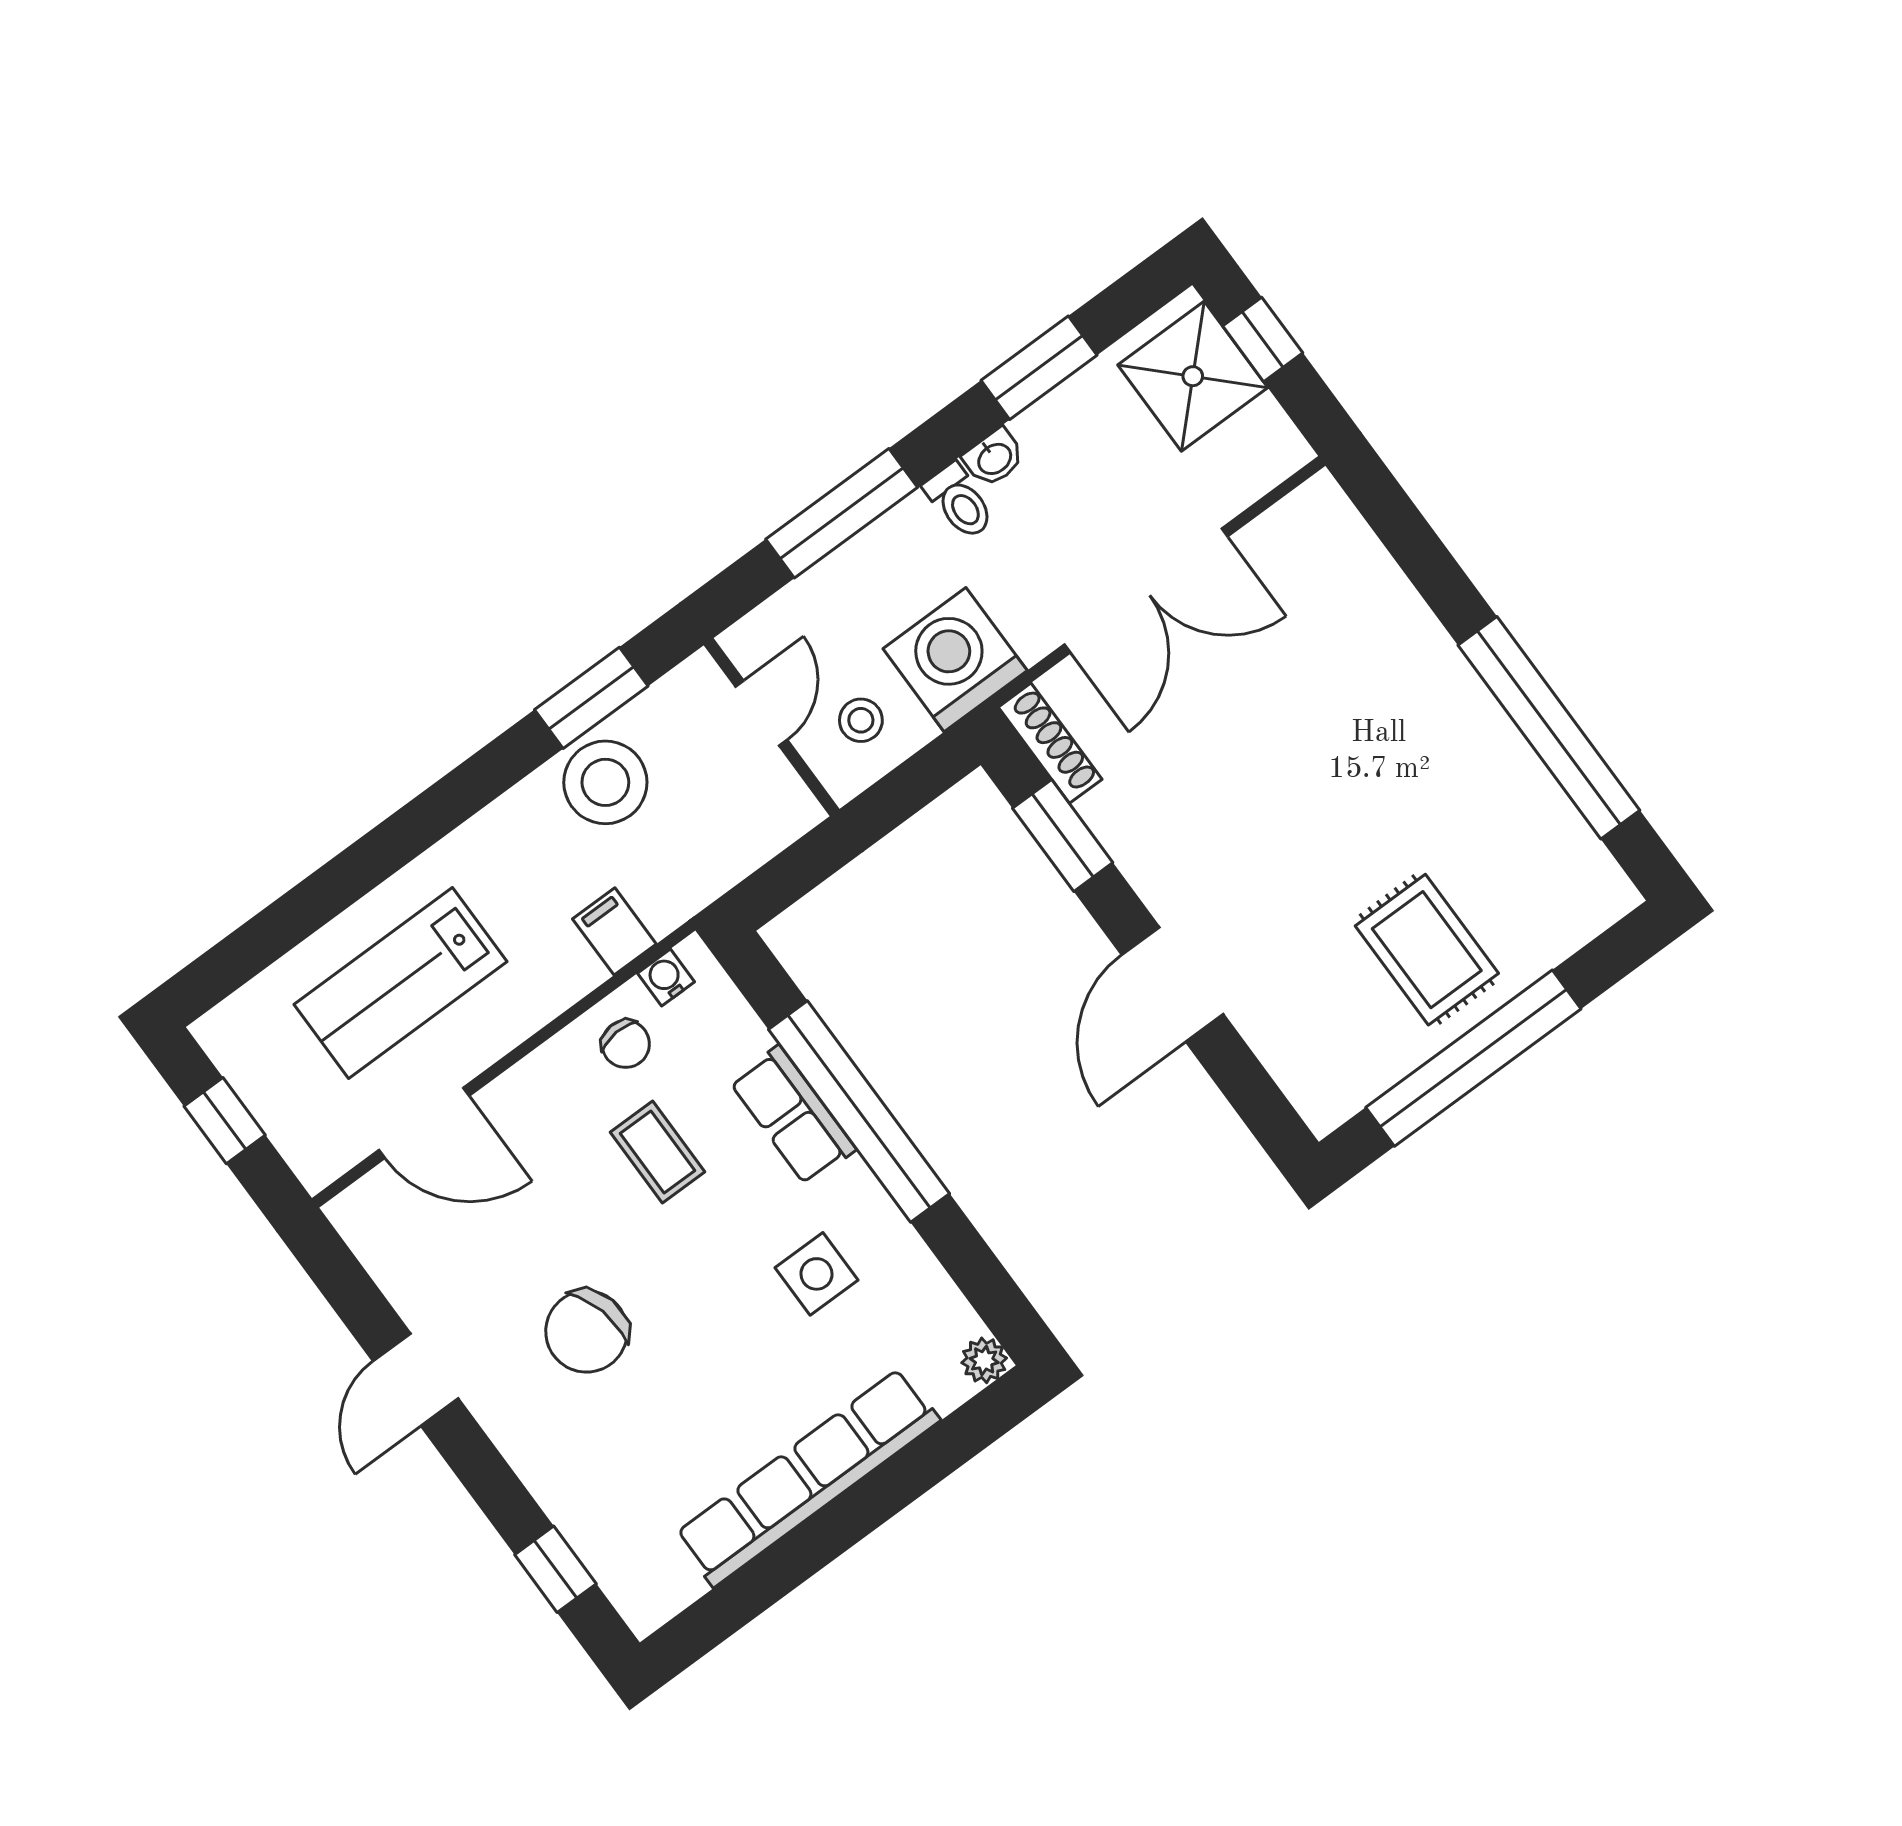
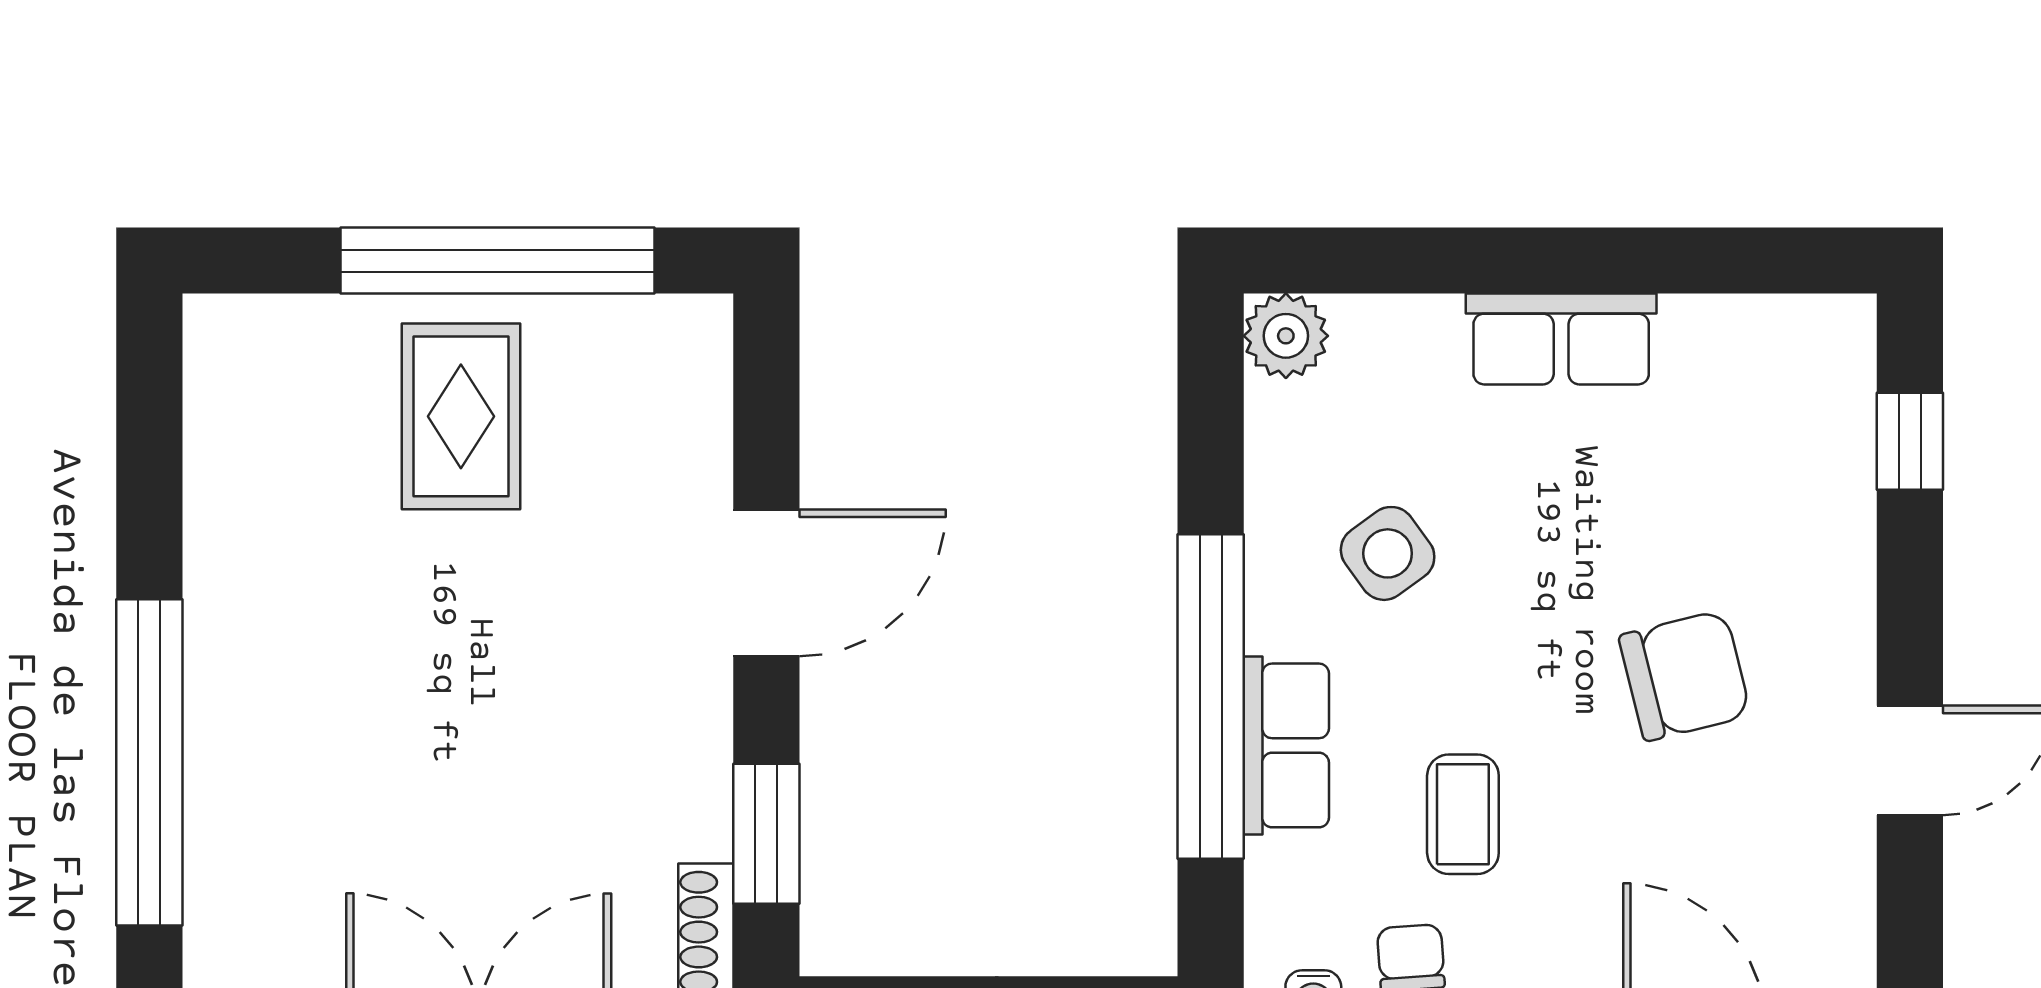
window: (1549, 728) -> (149, 762), moved
side table: (817, 1274) -> (1388, 553), turned -36
plant: (984, 1360) -> (1286, 336), width x1.38, depth x1.38
row of seats: (807, 1477) -> (1561, 339), width x0.50

